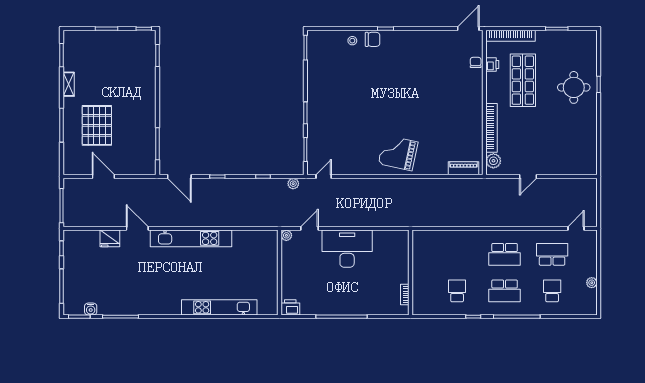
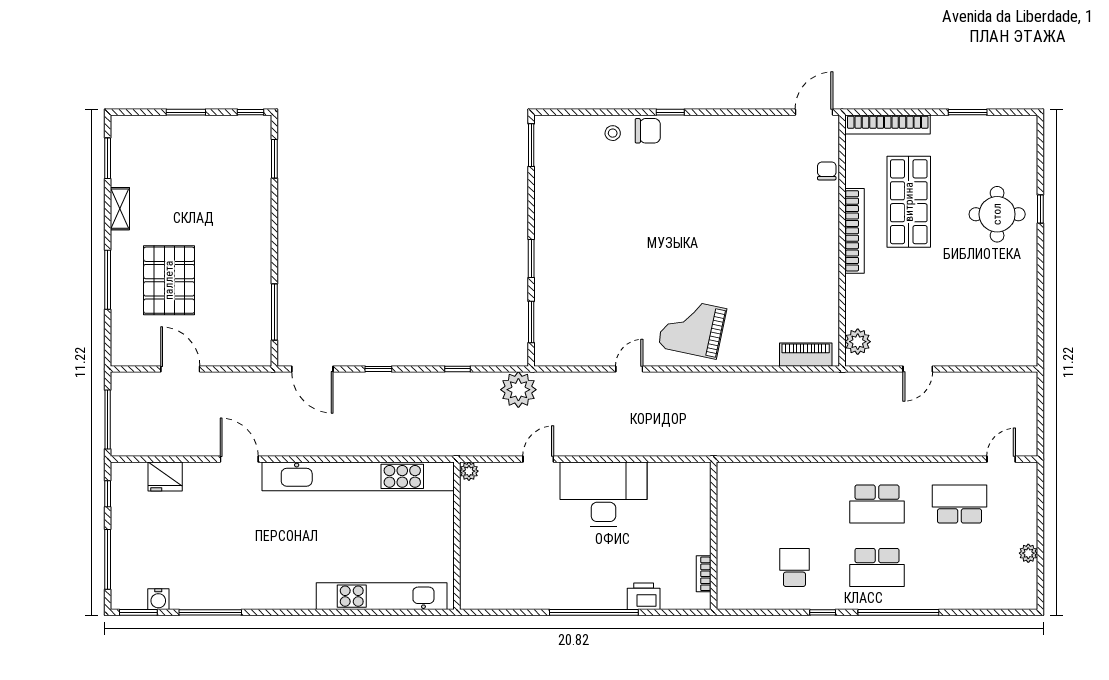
printer: (492, 65) -> (856, 175), removed
bookcase: (492, 128) -> (854, 231), moved
door: (324, 177) -> (629, 369), moved
plant: (293, 184) -> (518, 390), width x1.87, depth x1.87
plant: (286, 235) -> (469, 471), moved
fridge: (110, 238) -> (165, 477), moved
kitchen unit: (191, 238) -> (358, 476), width x1.36
wall: (279, 273) -> (457, 536), moved
school desk: (552, 291) -> (959, 567), removed
printer: (290, 307) -> (644, 596), moved

